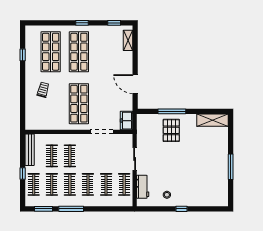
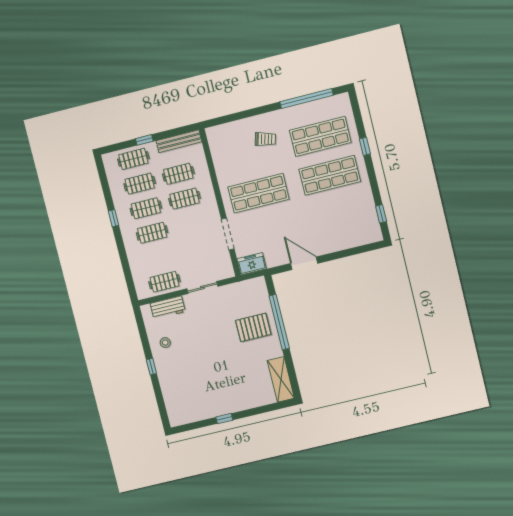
window: (82, 23) -> (365, 146), moved
shelving: (128, 40) -> (362, 239), removed
window: (23, 55) -> (307, 99), width x3.17
door: (135, 84) -> (304, 263), hinge flipped
window: (172, 111) -> (279, 322), width x1.46
window: (231, 167) -> (224, 419), width x0.46
clothes rail: (106, 184) -> (158, 257), removed
window: (43, 209) -> (104, 181), removed
window: (71, 209) -> (114, 218), width x0.46

